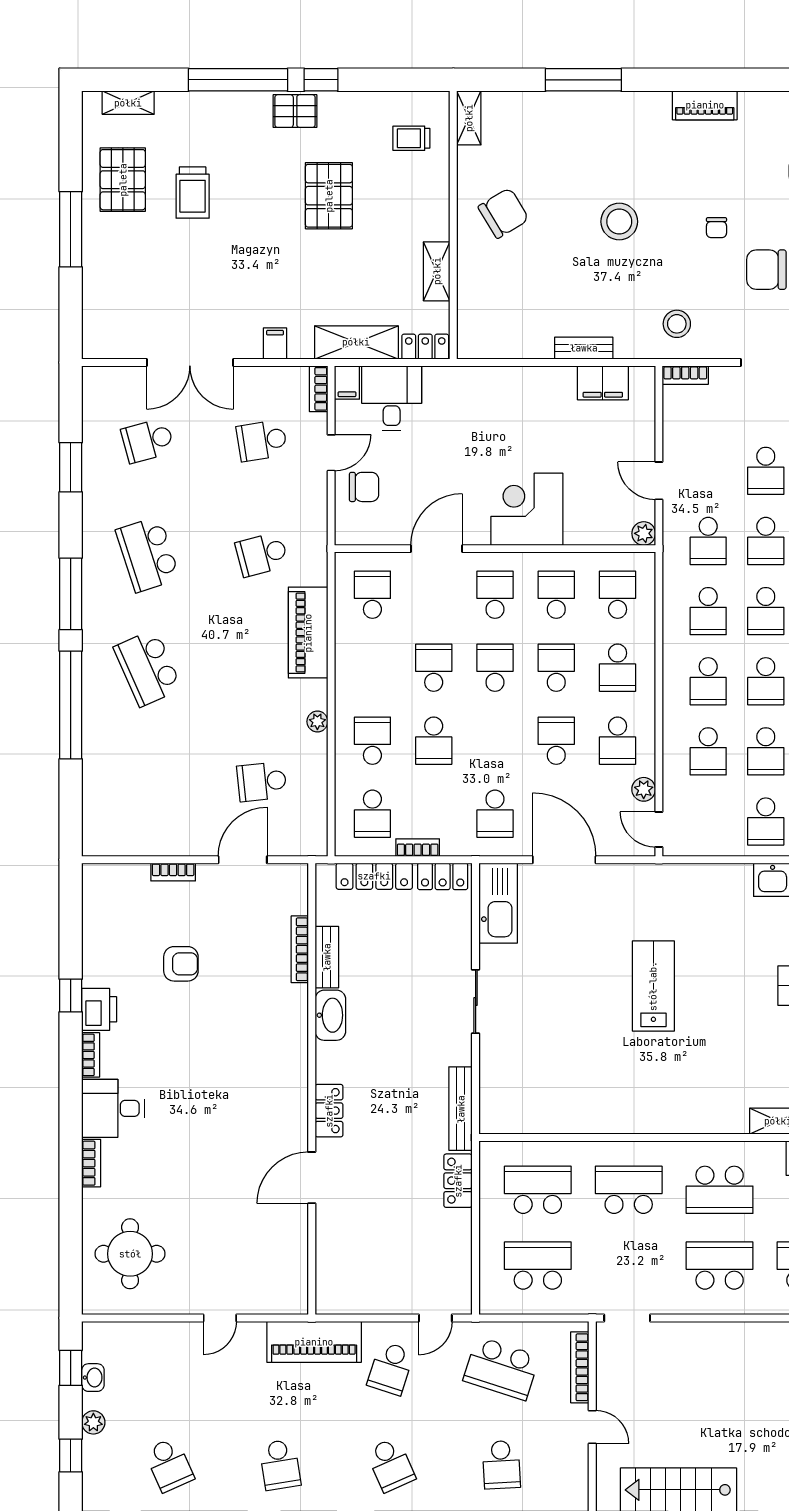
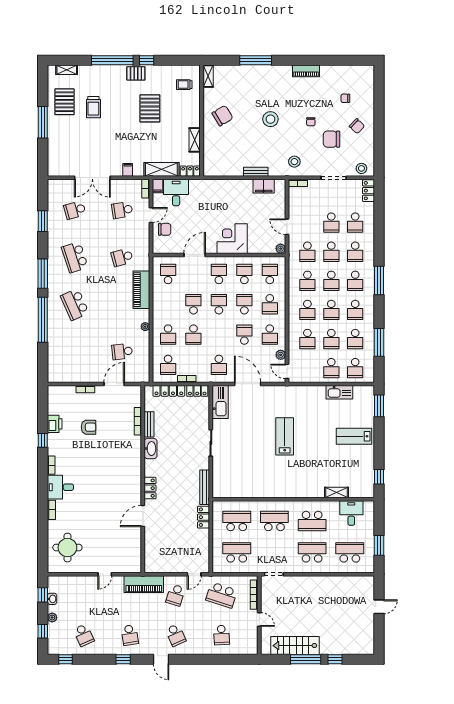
school desk: (372, 741) -> (168, 335), turned 180
printer: (99, 1009) -> (55, 424), moved

